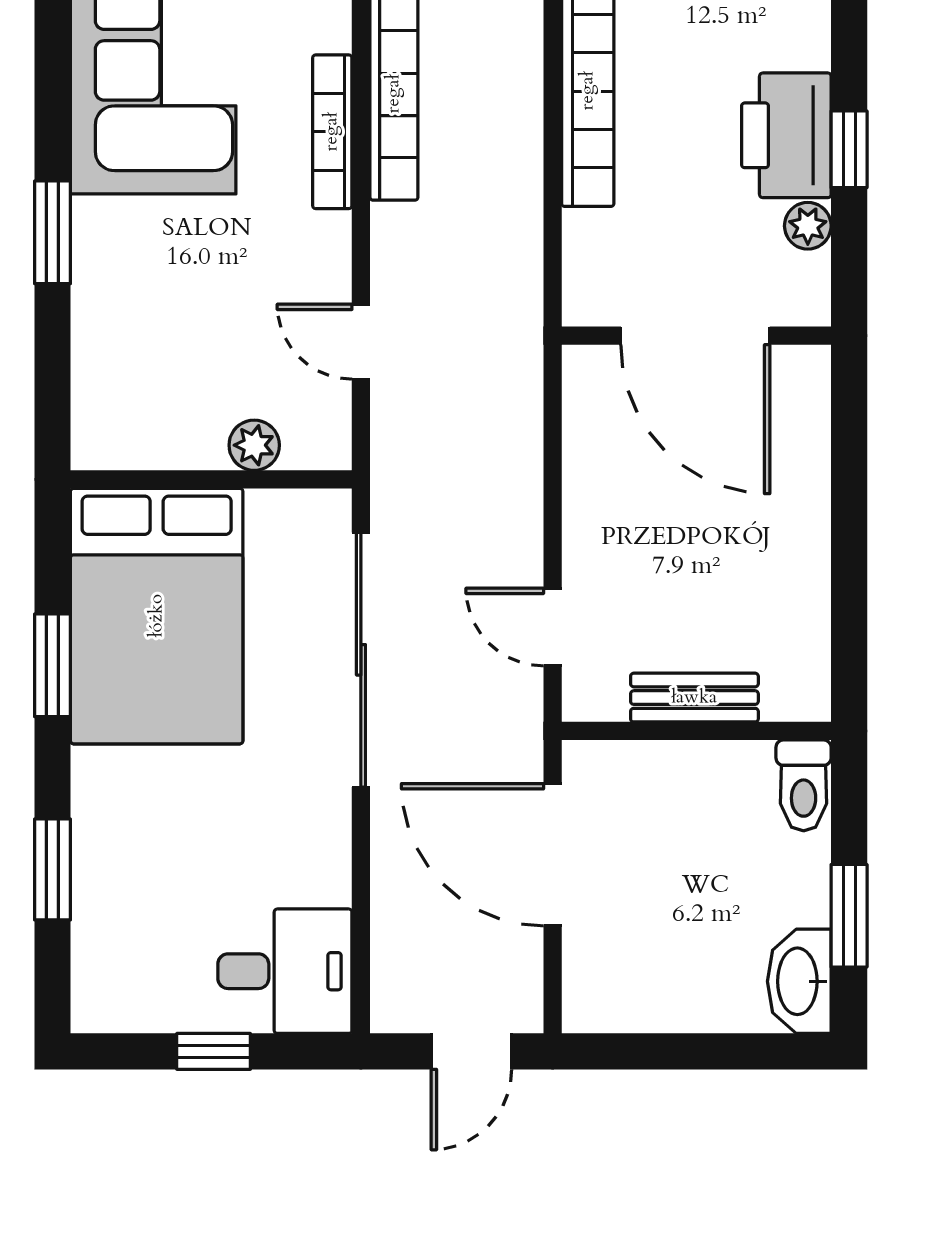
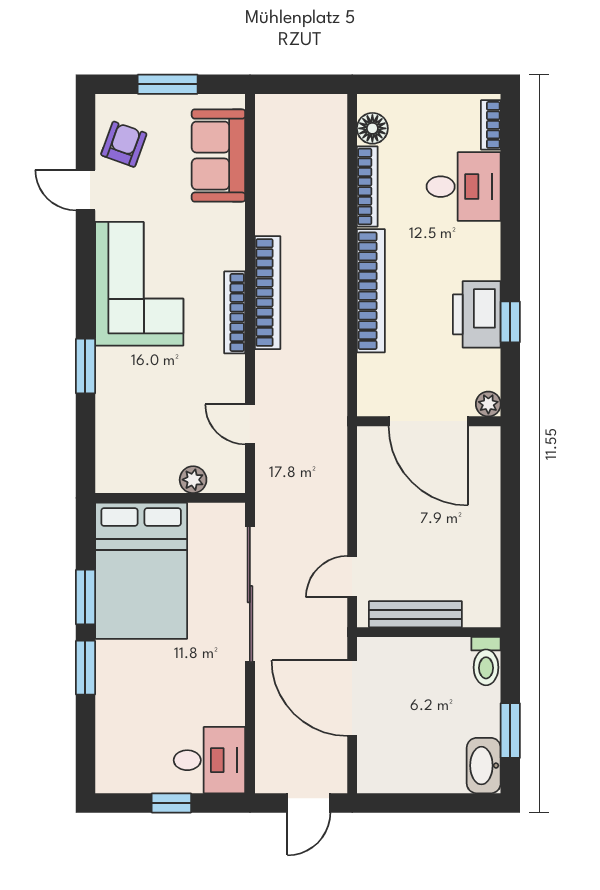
plant: (808, 226) -> (488, 404), moved
door: (553, 627) -> (352, 577), hinge flipped
bench: (694, 698) -> (415, 614), width x1.36
window: (52, 869) -> (85, 668), moved

